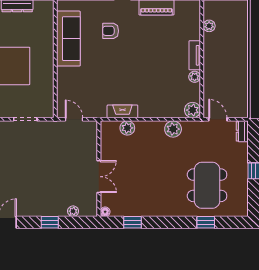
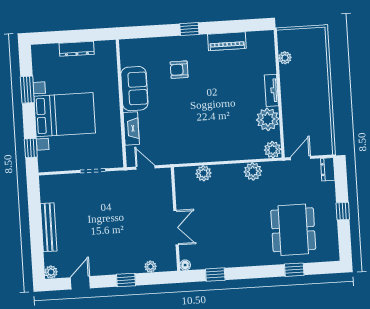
sofa: (68, 39) -> (134, 89), width x0.73
plant: (195, 77) -> (268, 119), width x1.88, depth x1.88
fireplace: (122, 111) -> (131, 128), moved, turned 90
door: (218, 119) -> (300, 158), hinge flipped

